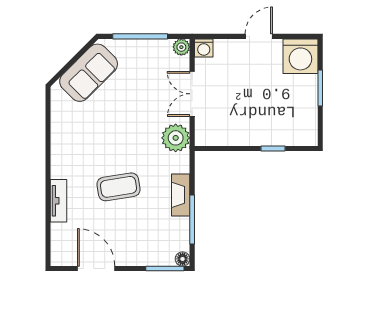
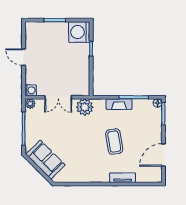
washing machine: (300, 56) -> (79, 32), moved, turned 180

